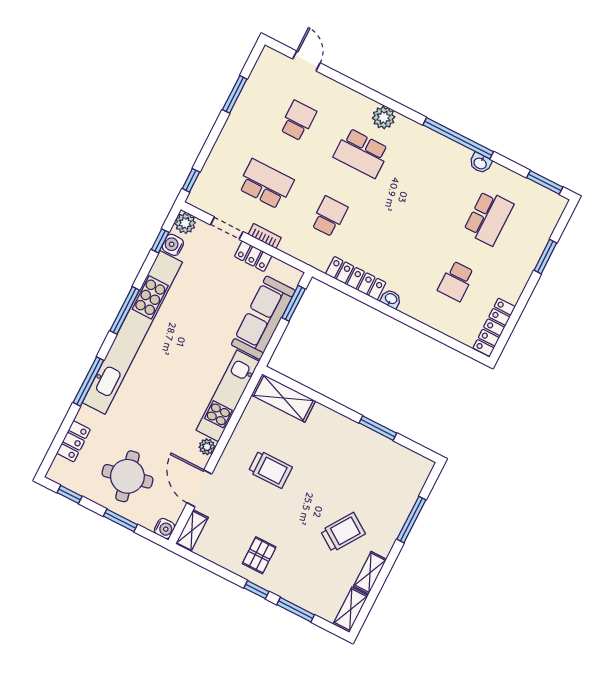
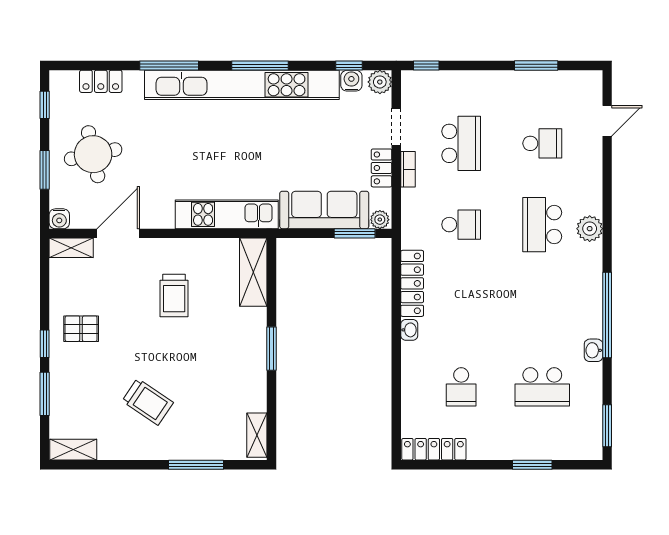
school desk: (456, 281) -> (461, 387), turned -90
window: (378, 428) -> (272, 349), moved
plant: (207, 447) -> (380, 220), moved
shelving: (370, 573) -> (257, 435), moved, turned 90

